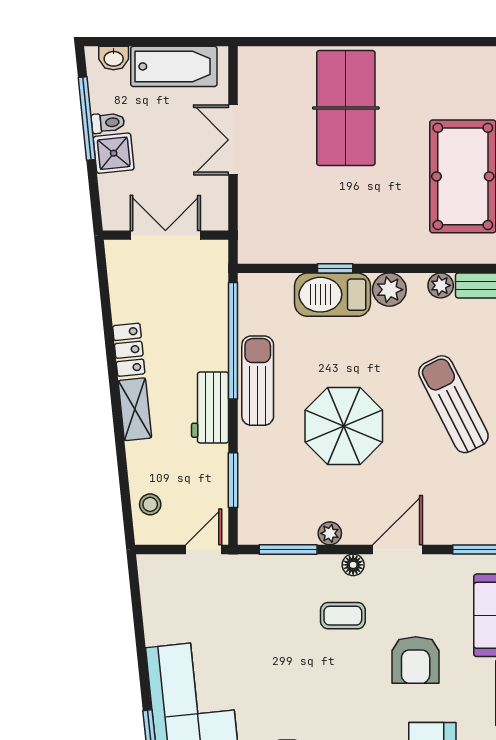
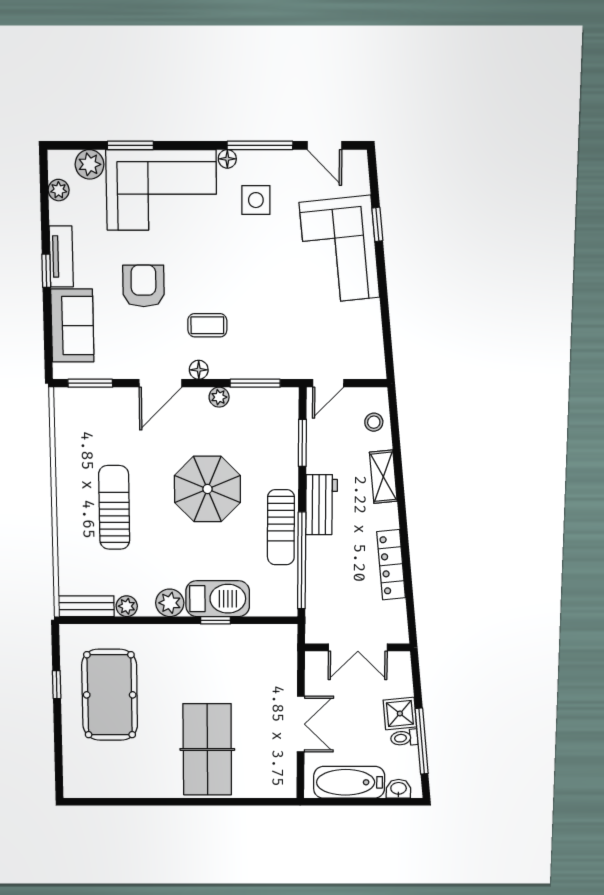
locker: (129, 350) -> (391, 565), width x1.53
sun lounger: (453, 404) -> (114, 507), turned -153
shelving: (135, 409) -> (383, 477), moved

